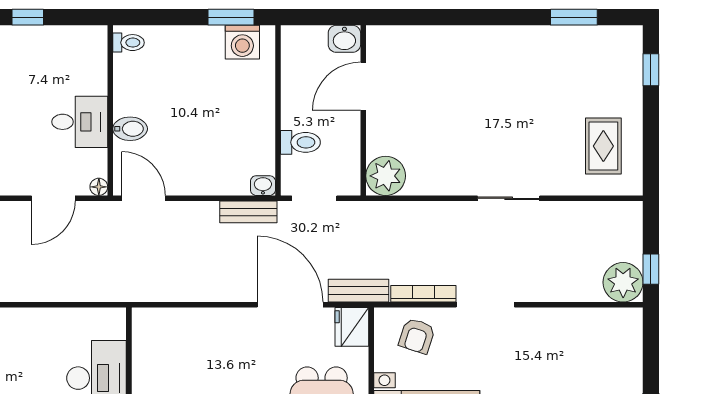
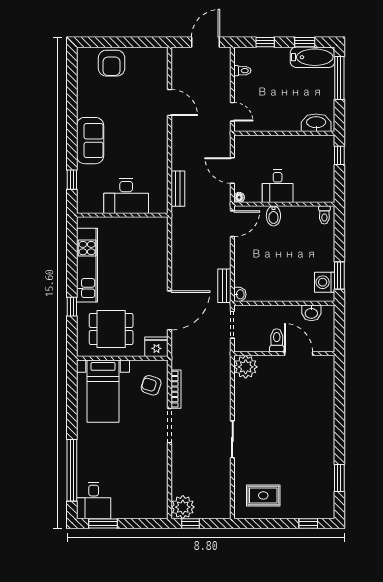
washbasin: (344, 39) -> (311, 313), moved, turned -90
toilet: (300, 142) -> (277, 340), moved, turned 180
bench: (358, 291) -> (178, 189), moved

